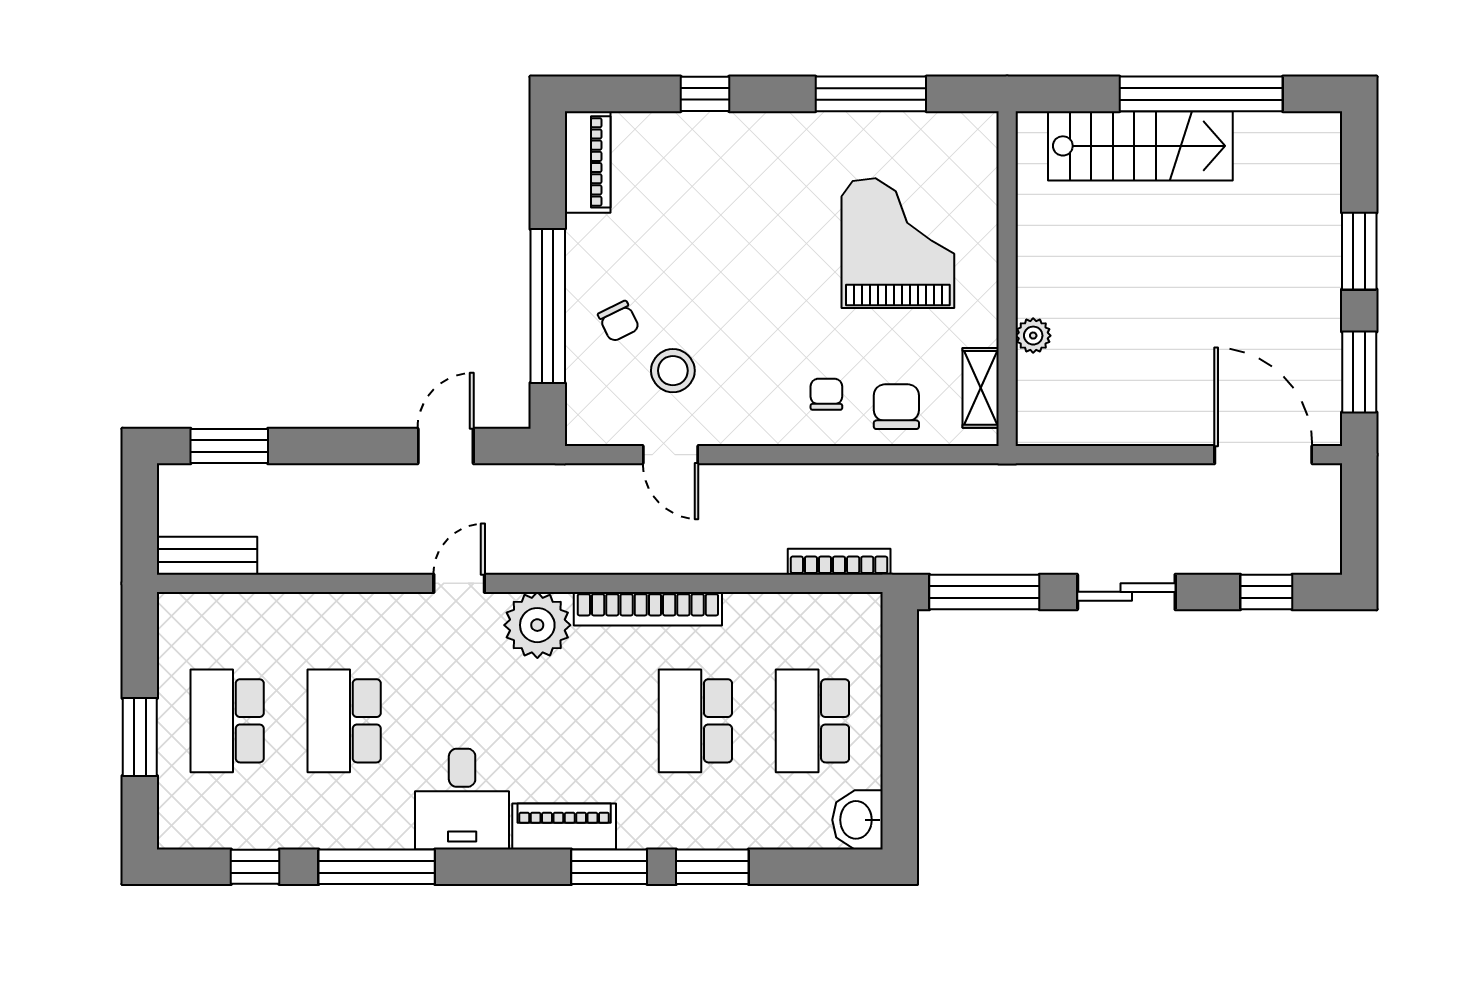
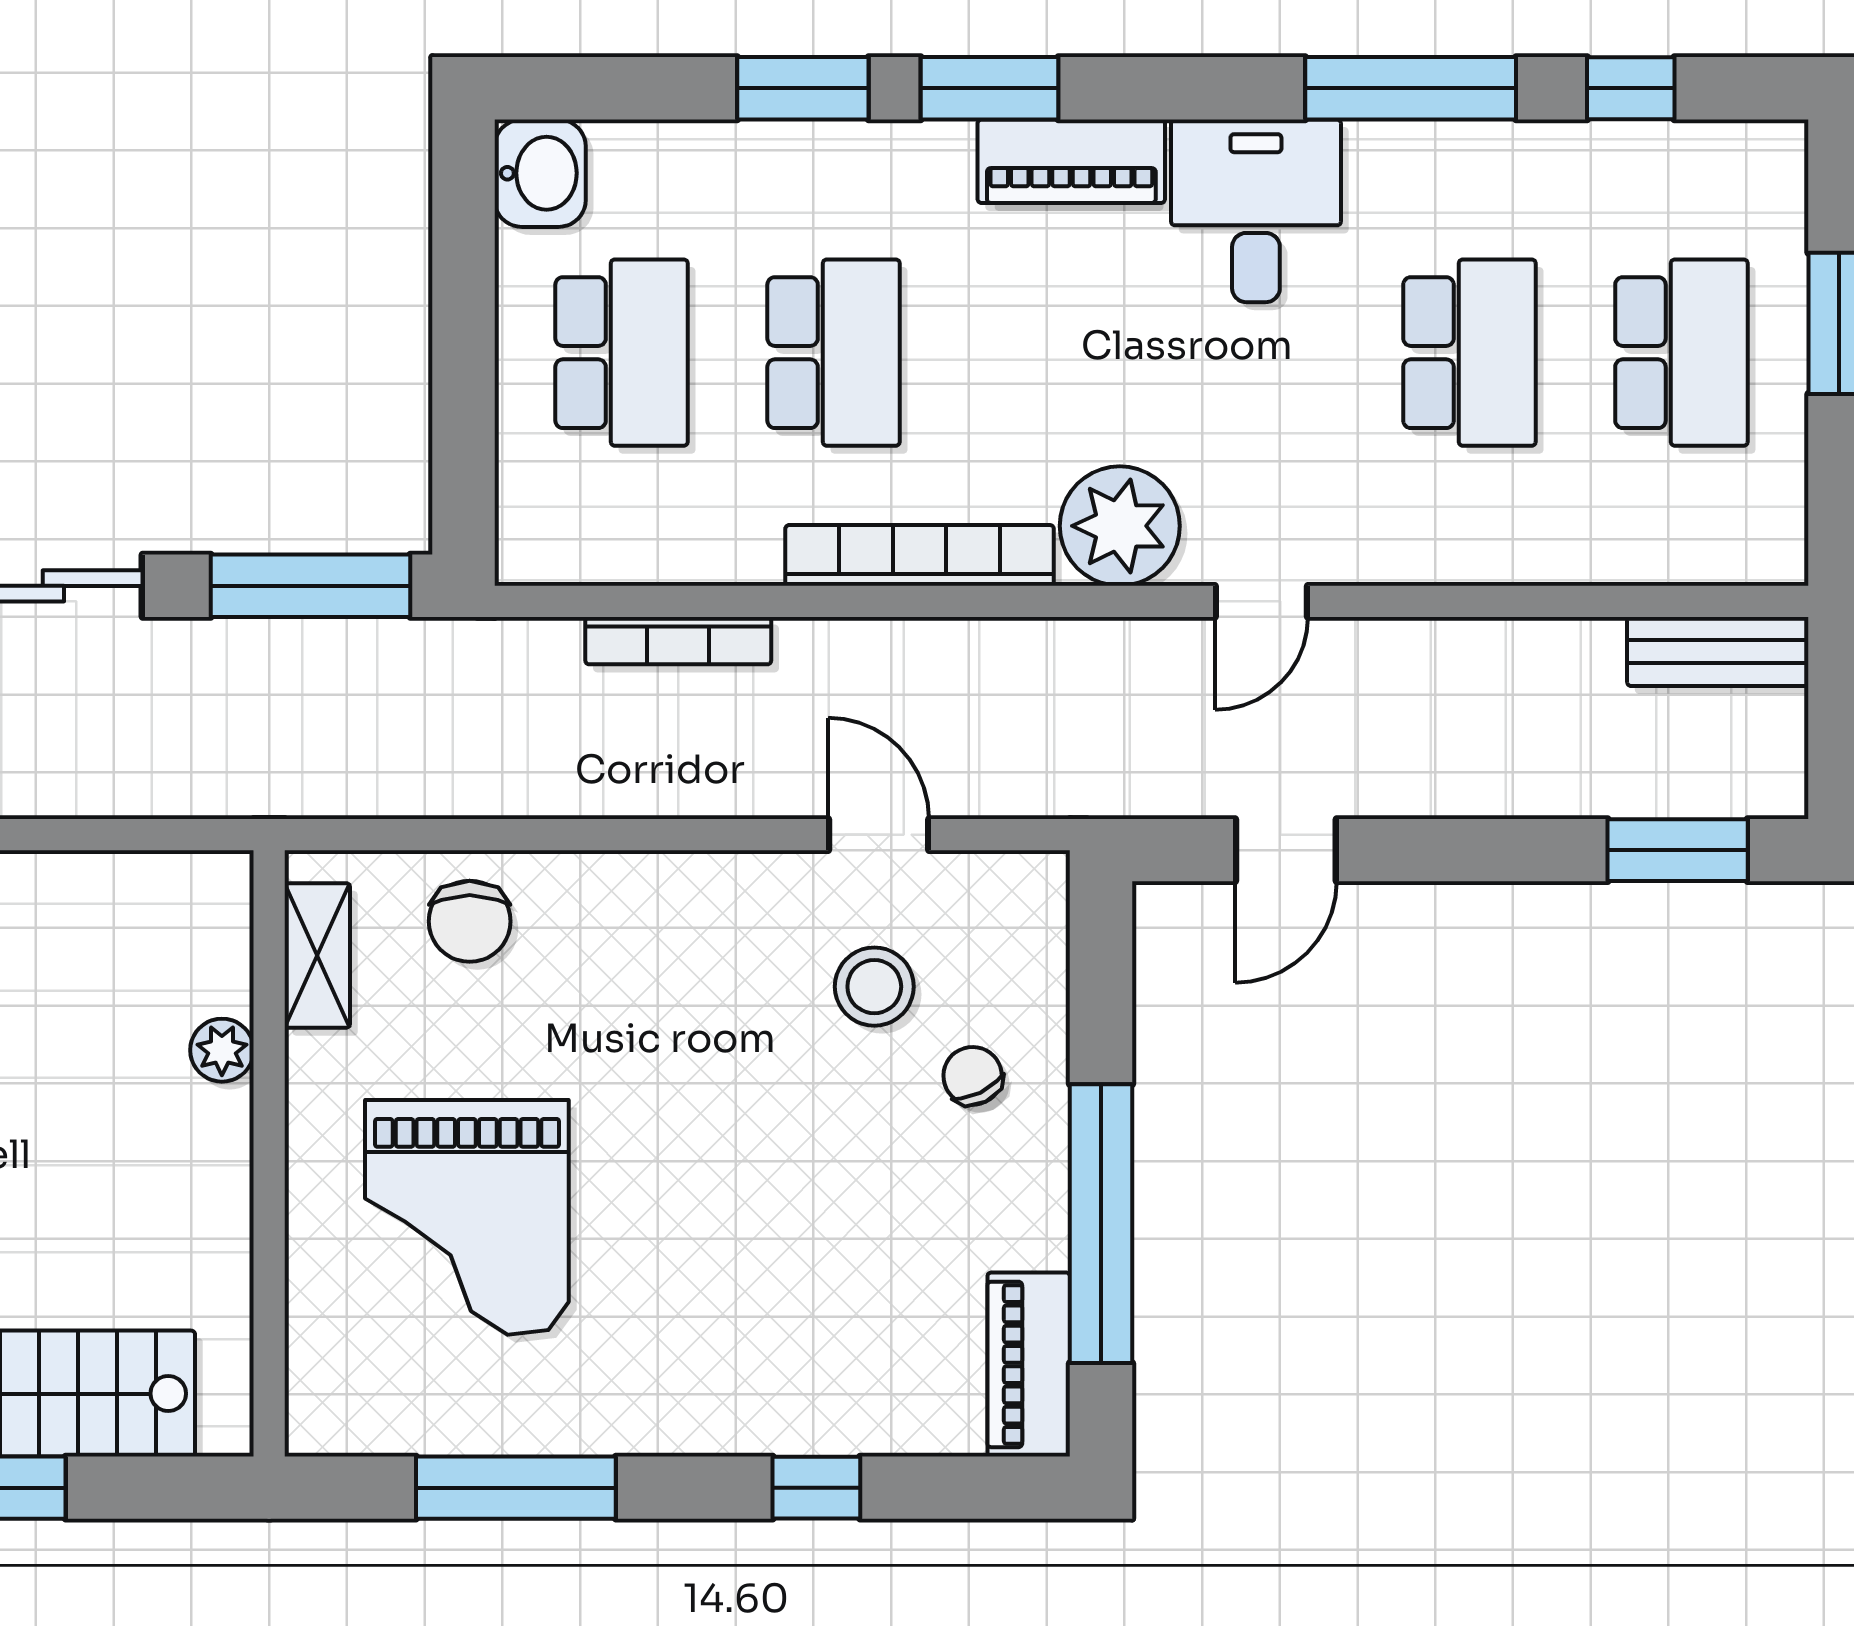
window: (548, 306) -> (1101, 1224), moved
chair: (826, 394) -> (596, 944), removed
bookcase: (839, 562) -> (678, 641), moved

